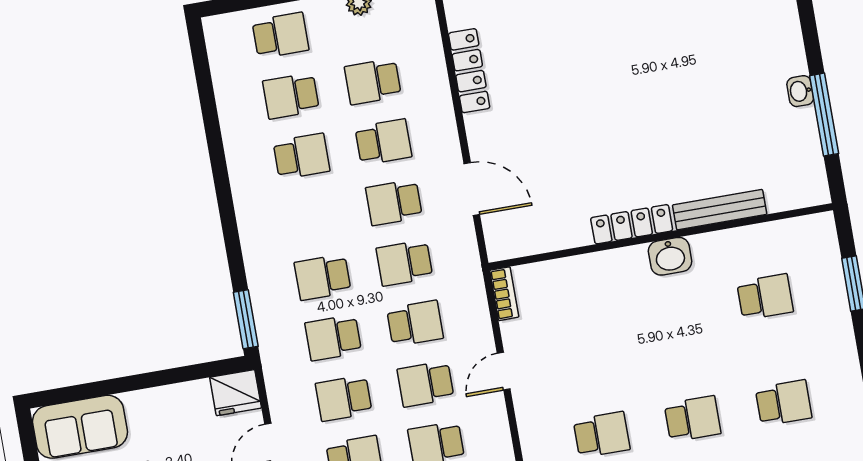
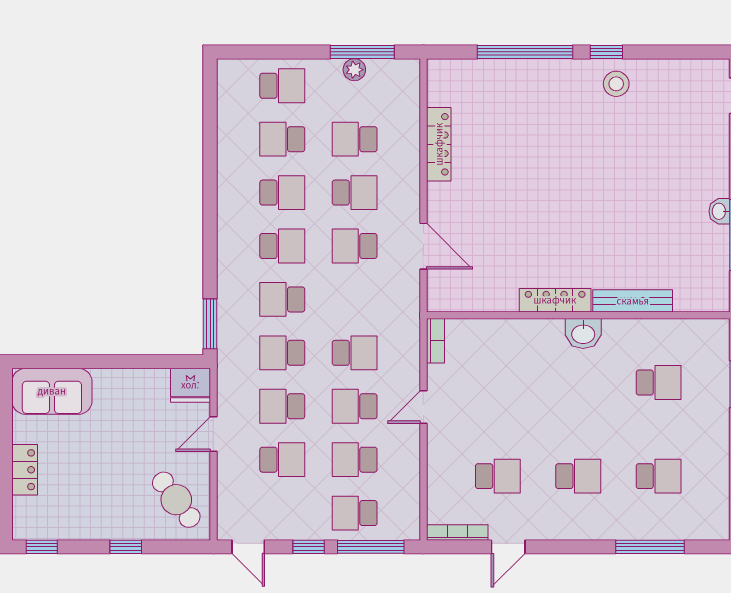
school desk: (404, 263) -> (282, 246), moved, turned 180

